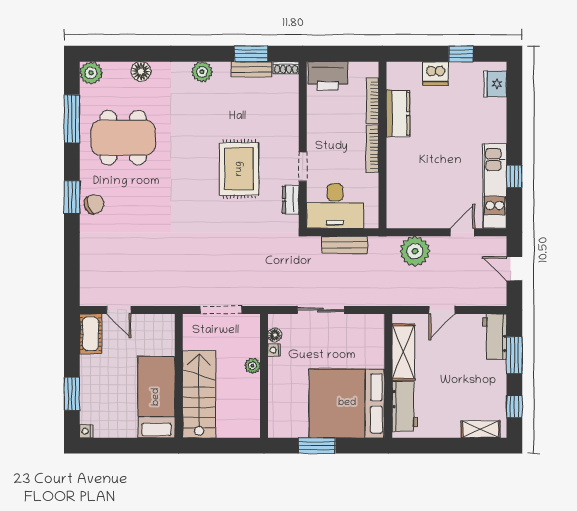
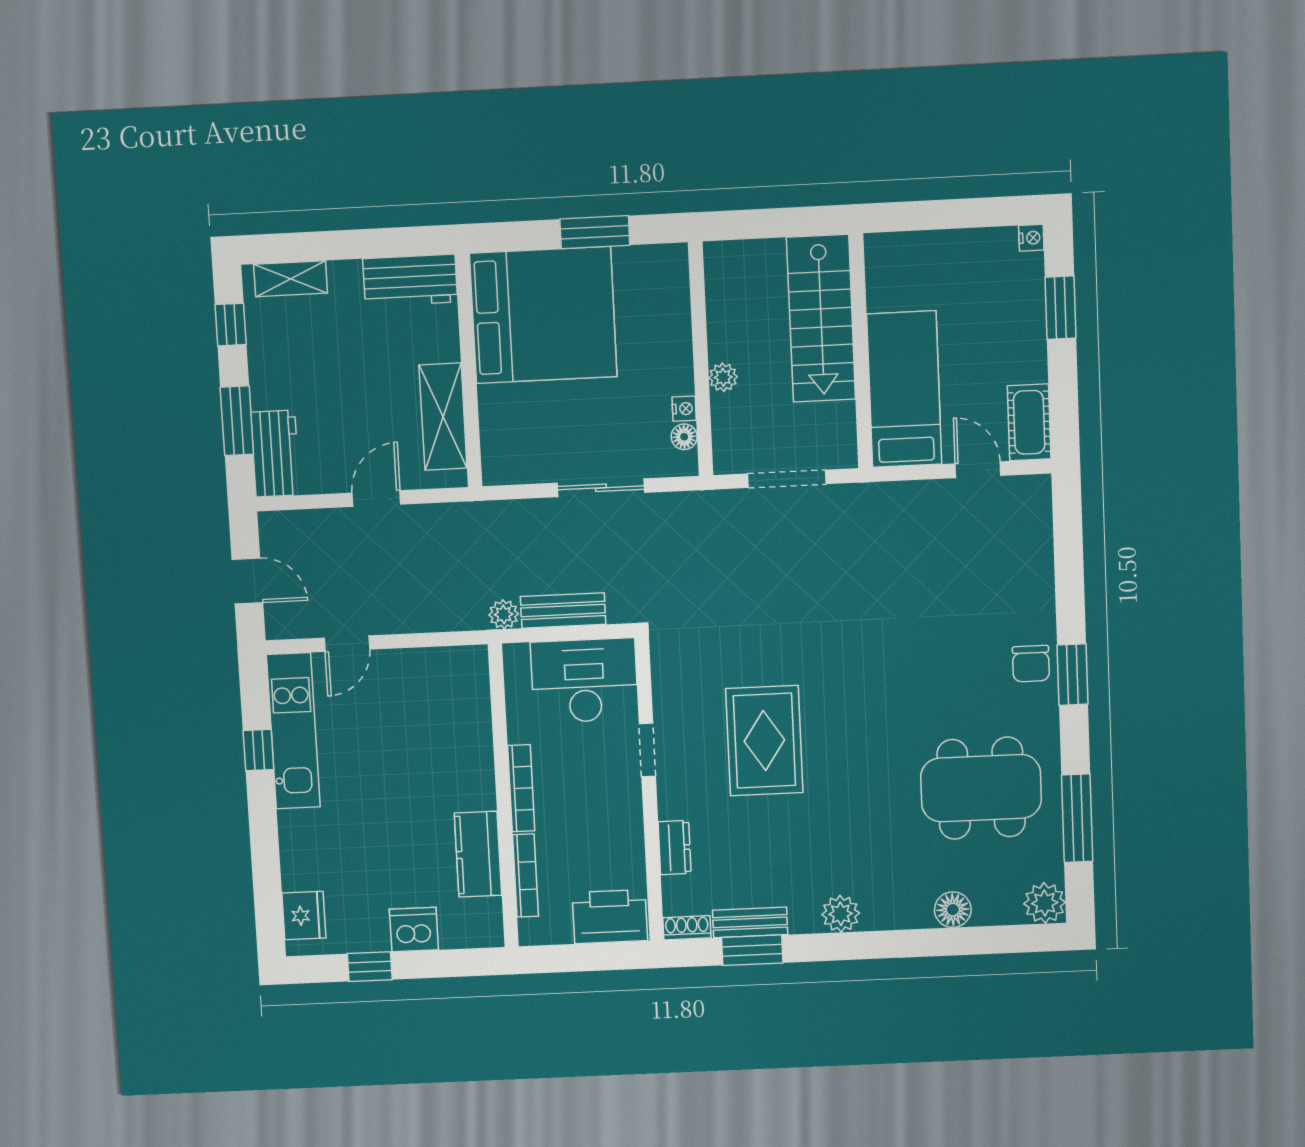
dresser: (291, 200) -> (675, 848), moved
chair: (94, 204) -> (1031, 664), turned -70
plant: (415, 251) -> (504, 614), moved, width x0.53, depth x0.53
bed: (156, 397) -> (904, 389), moved, turned 180
workbench: (405, 407) -> (410, 280), moved, turned -90

